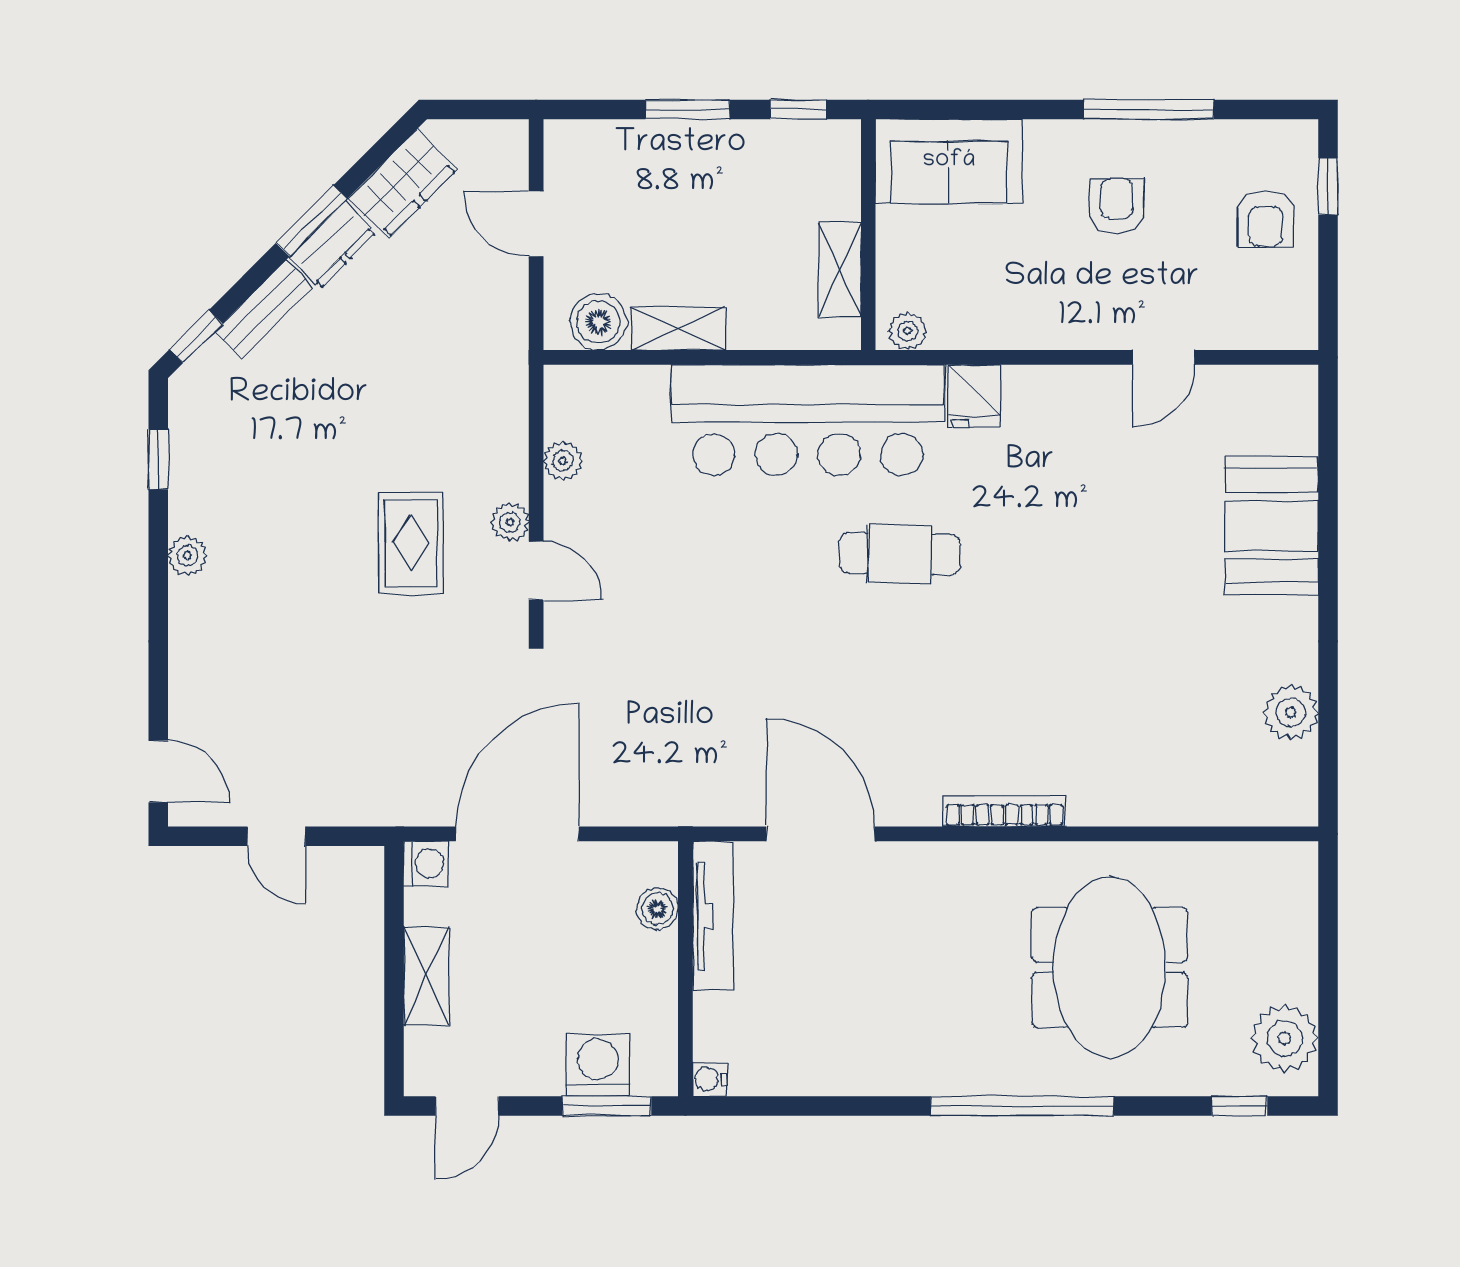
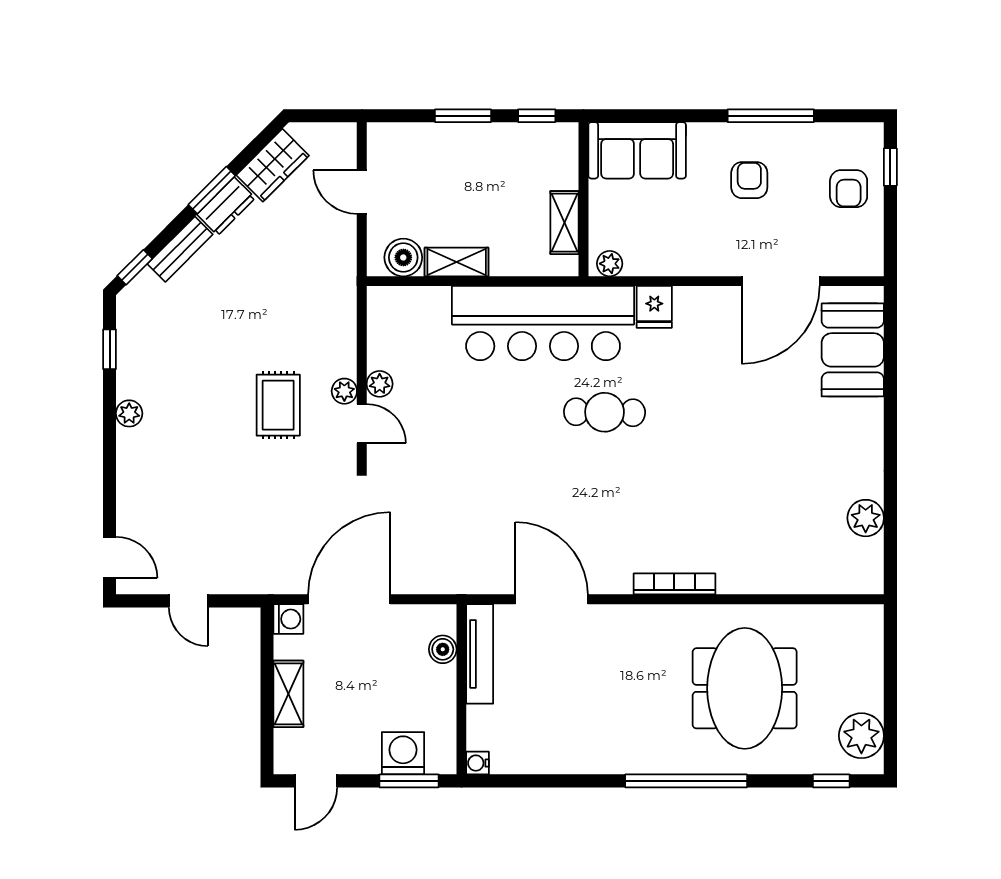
door: (1164, 357) -> (781, 281), width x1.88
plant: (563, 461) -> (380, 384), moved
booth: (1272, 525) -> (853, 350), moved

